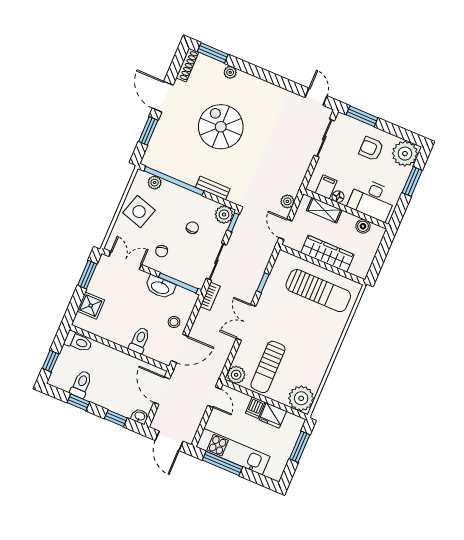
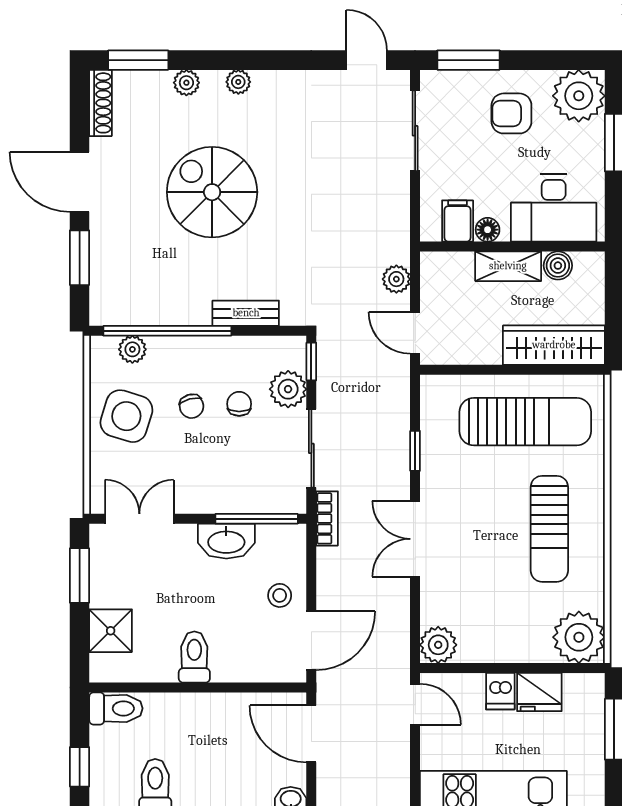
plant: (254, 82) -> (238, 82), added
shelving: (324, 210) -> (508, 266), moved
plant: (224, 215) -> (288, 389), moved
chair: (162, 251) -> (192, 406), moved
wardrobe: (327, 254) -> (554, 345), moved
toilet: (140, 340) -> (194, 657), moved
sun lounger: (268, 367) -> (549, 529), moved

